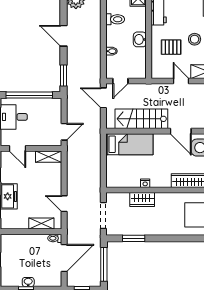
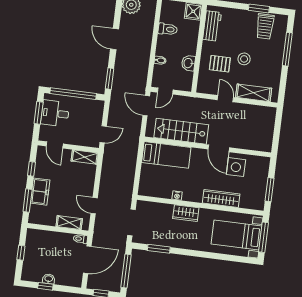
washbasin: (140, 39) -> (188, 63), moved
wardrobe: (142, 200) -> (186, 213), moved

